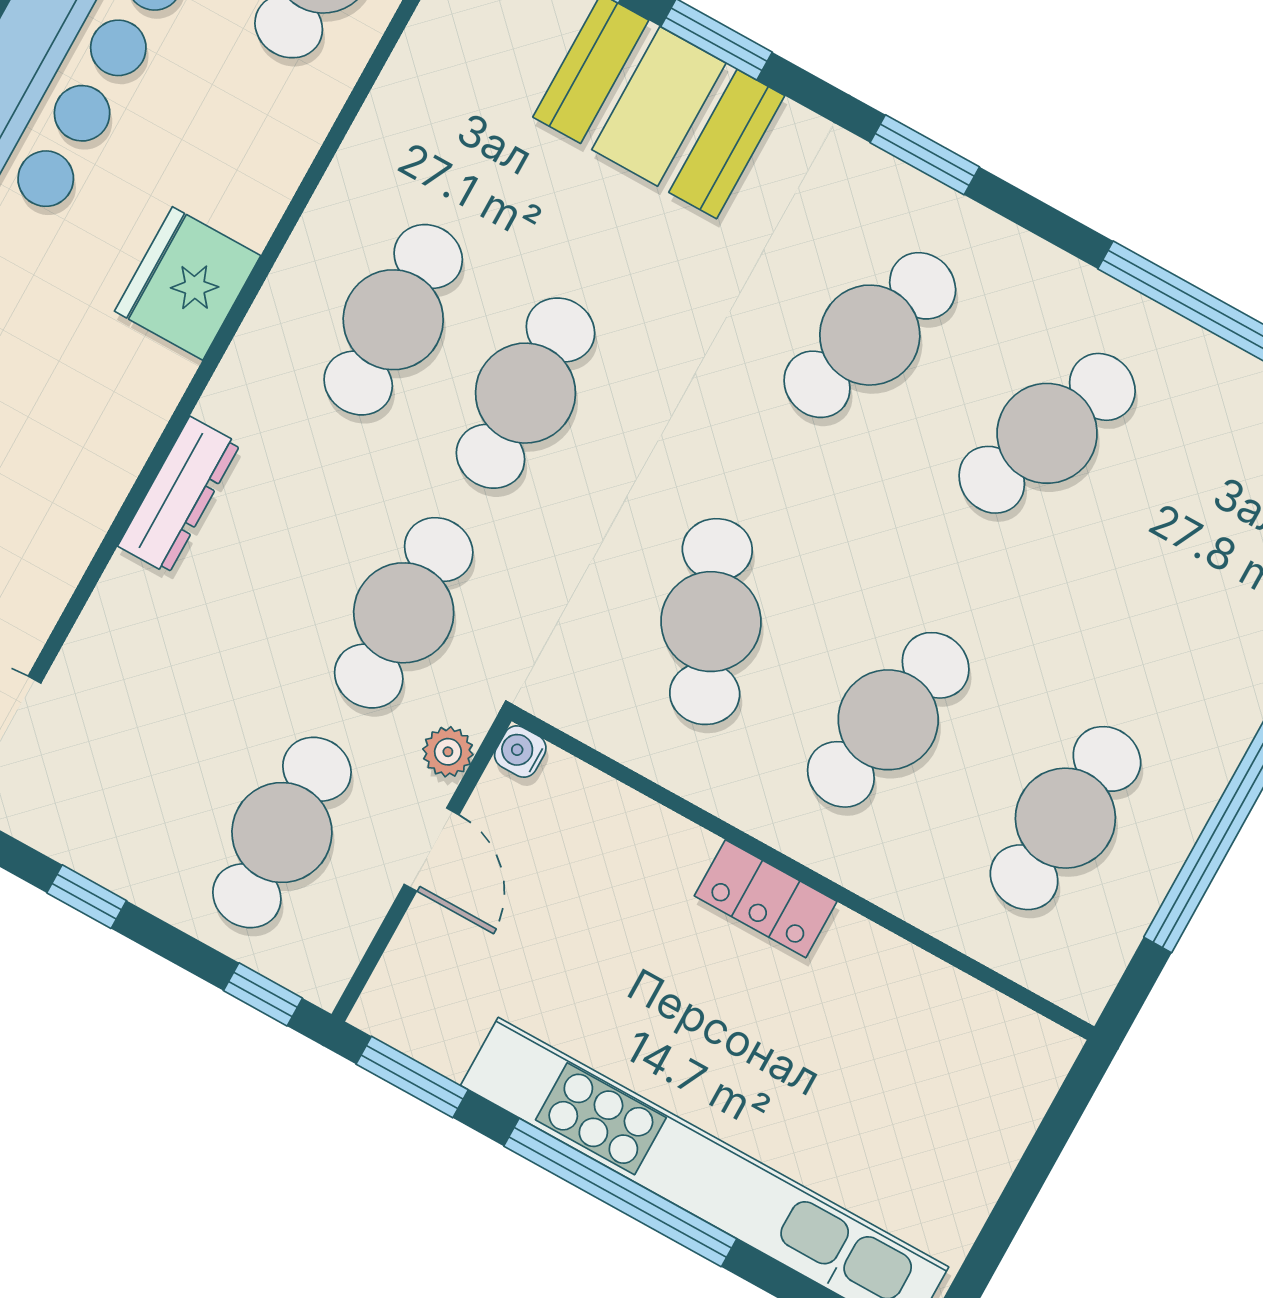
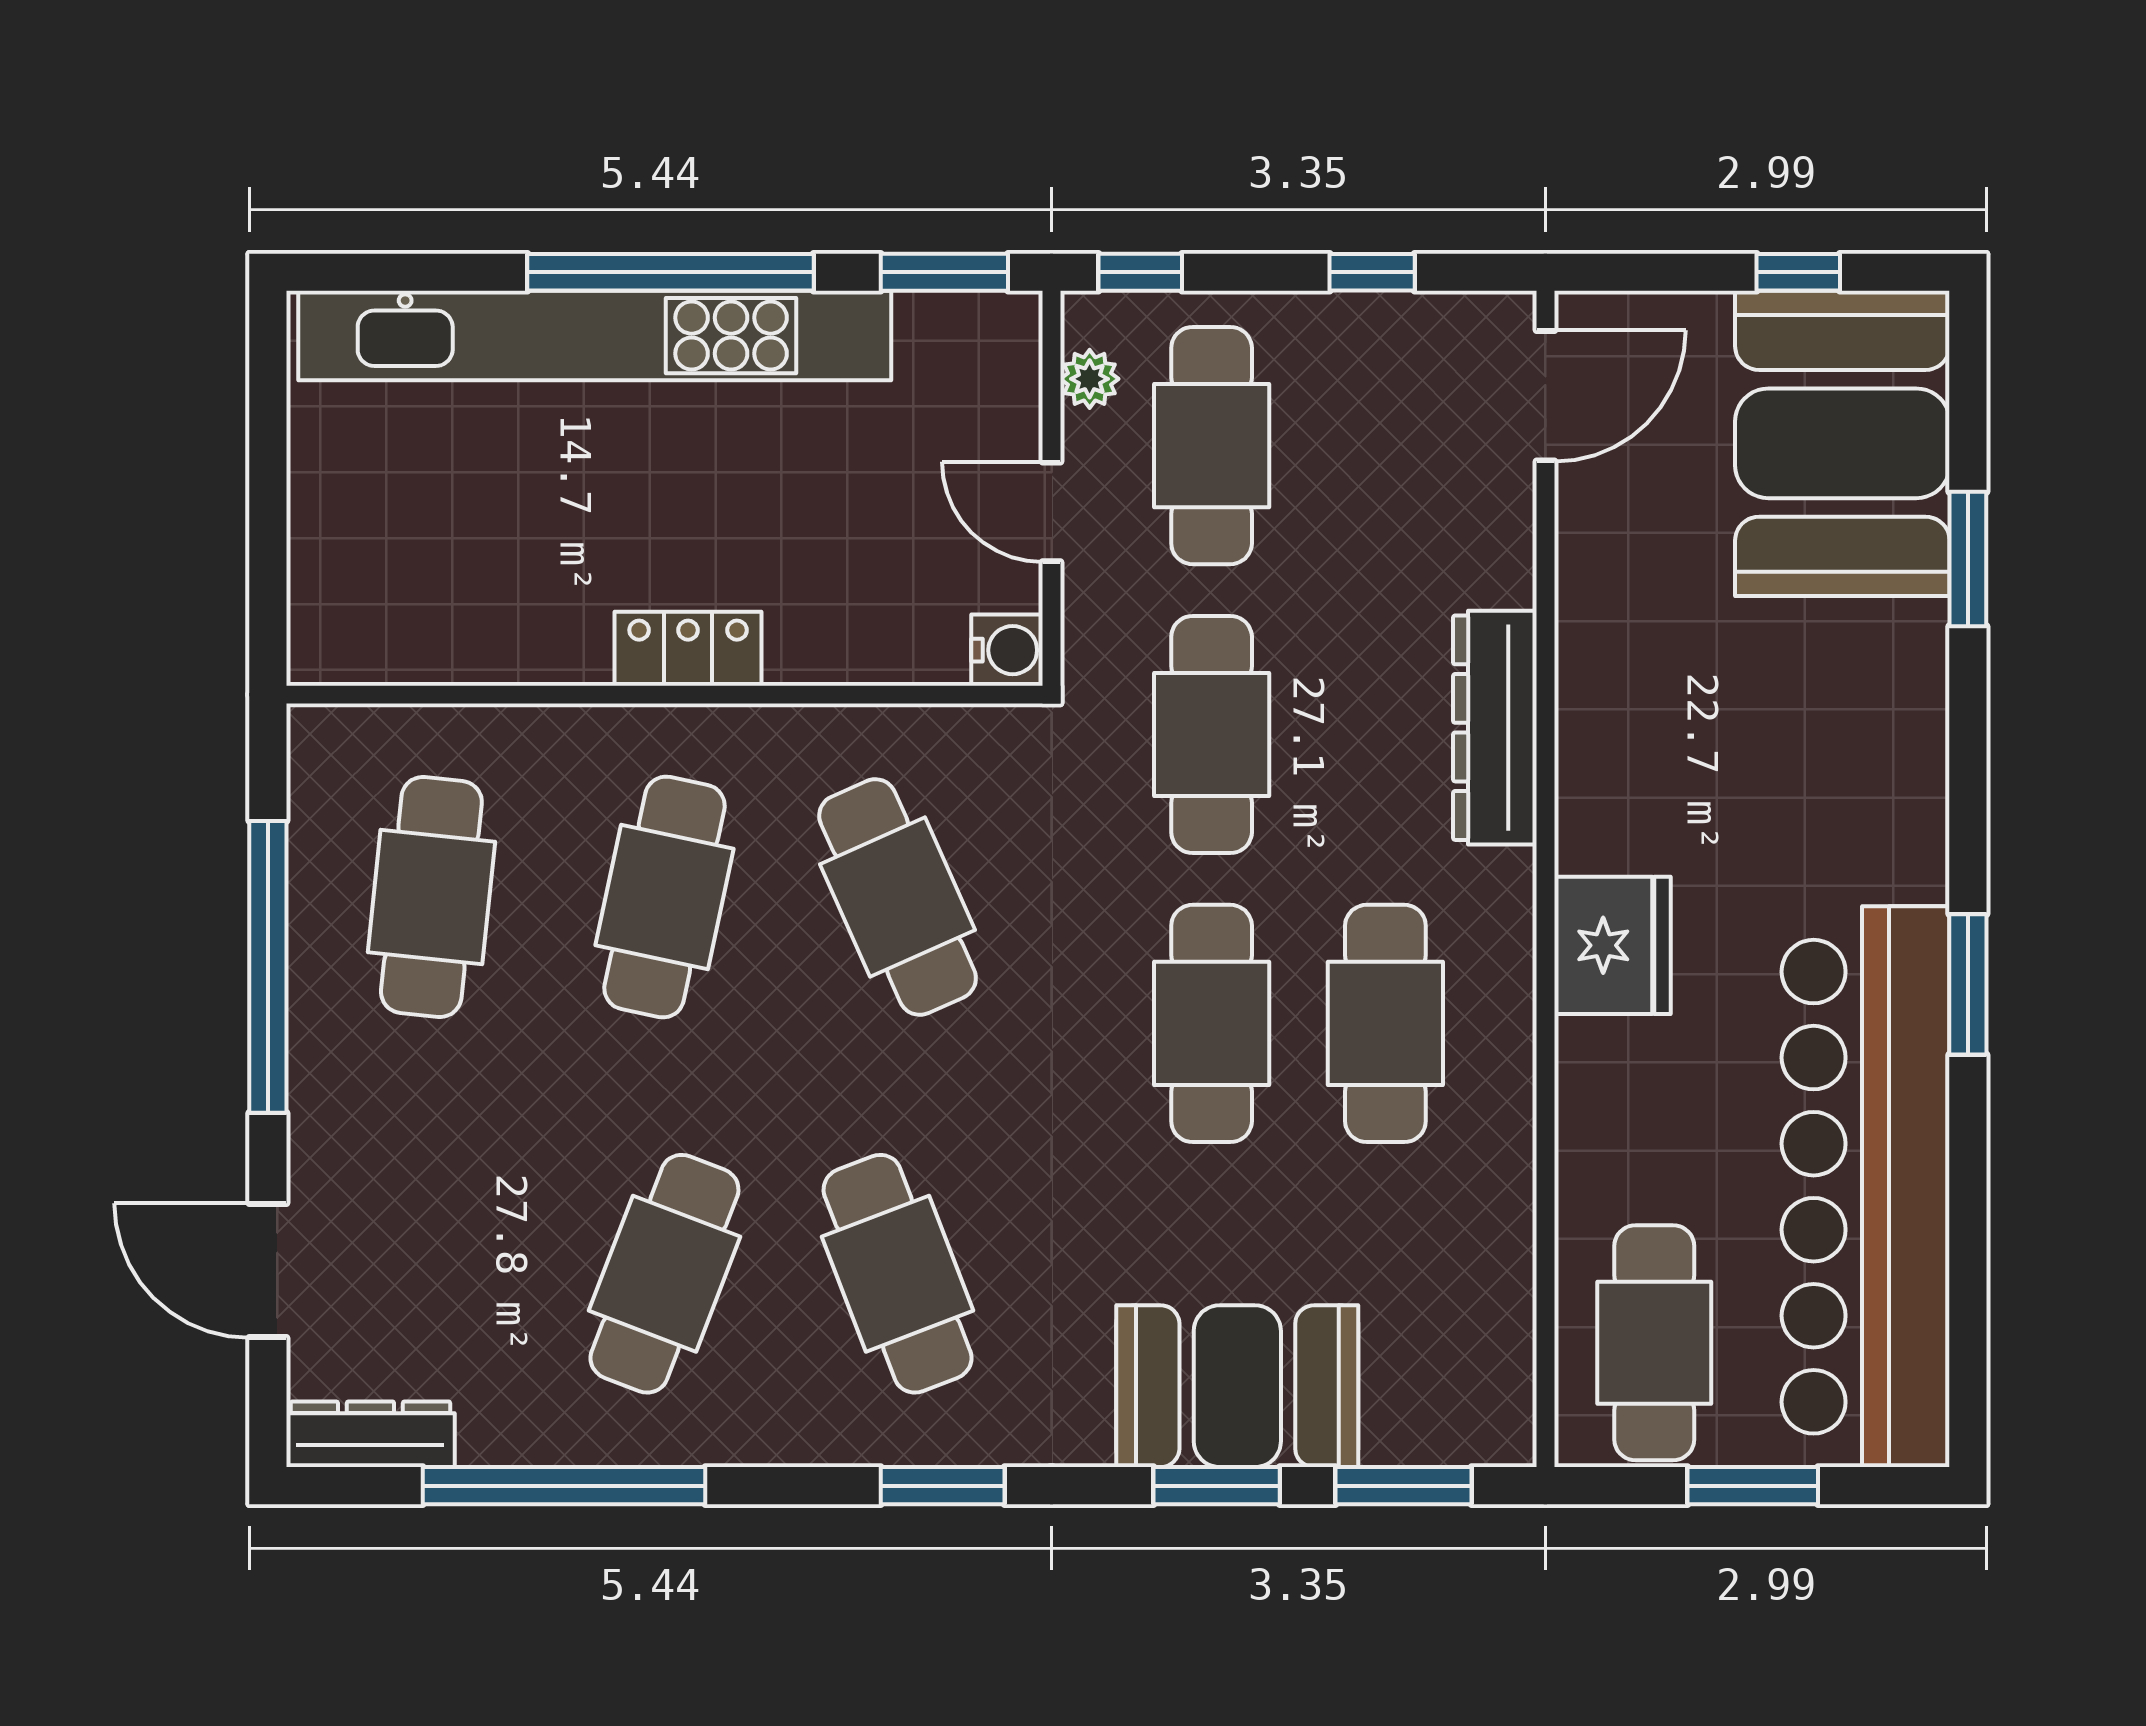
cafe table: (870, 335) -> (898, 1274), turned -39
dresser: (179, 495) -> (1495, 728), width x1.37, depth x1.24
plant: (448, 752) -> (1090, 379), moved
water cooler: (520, 752) -> (1007, 650), width x1.38, depth x1.38

